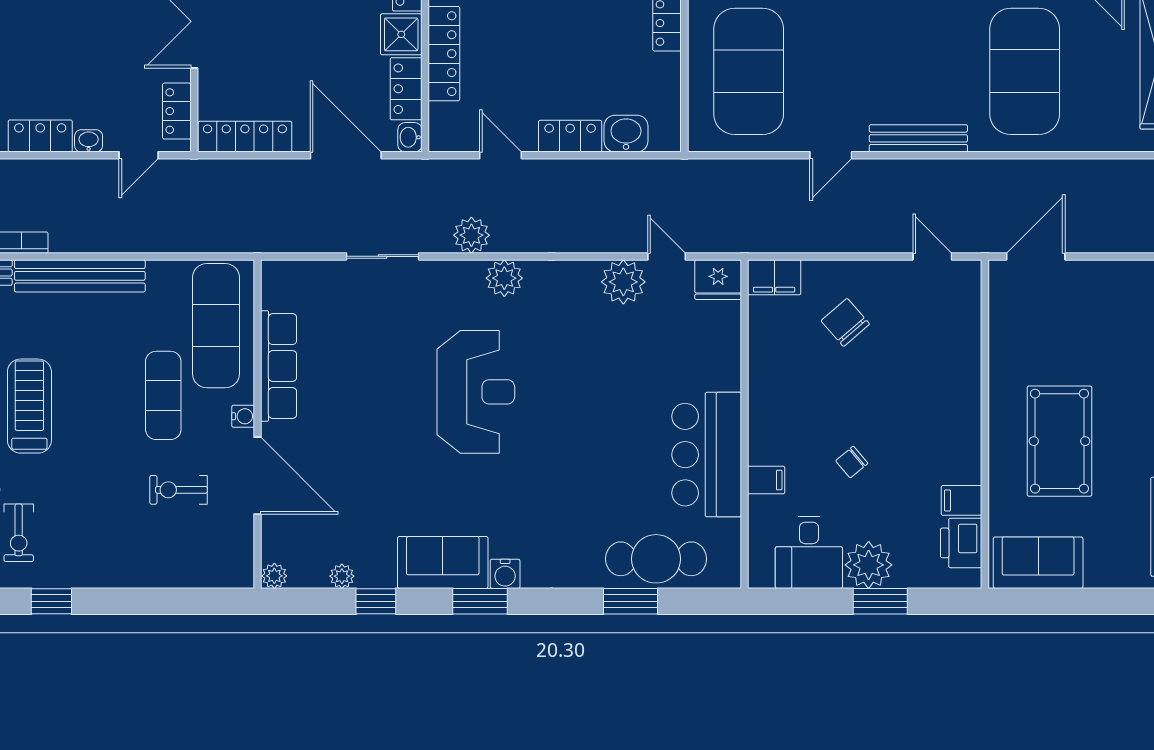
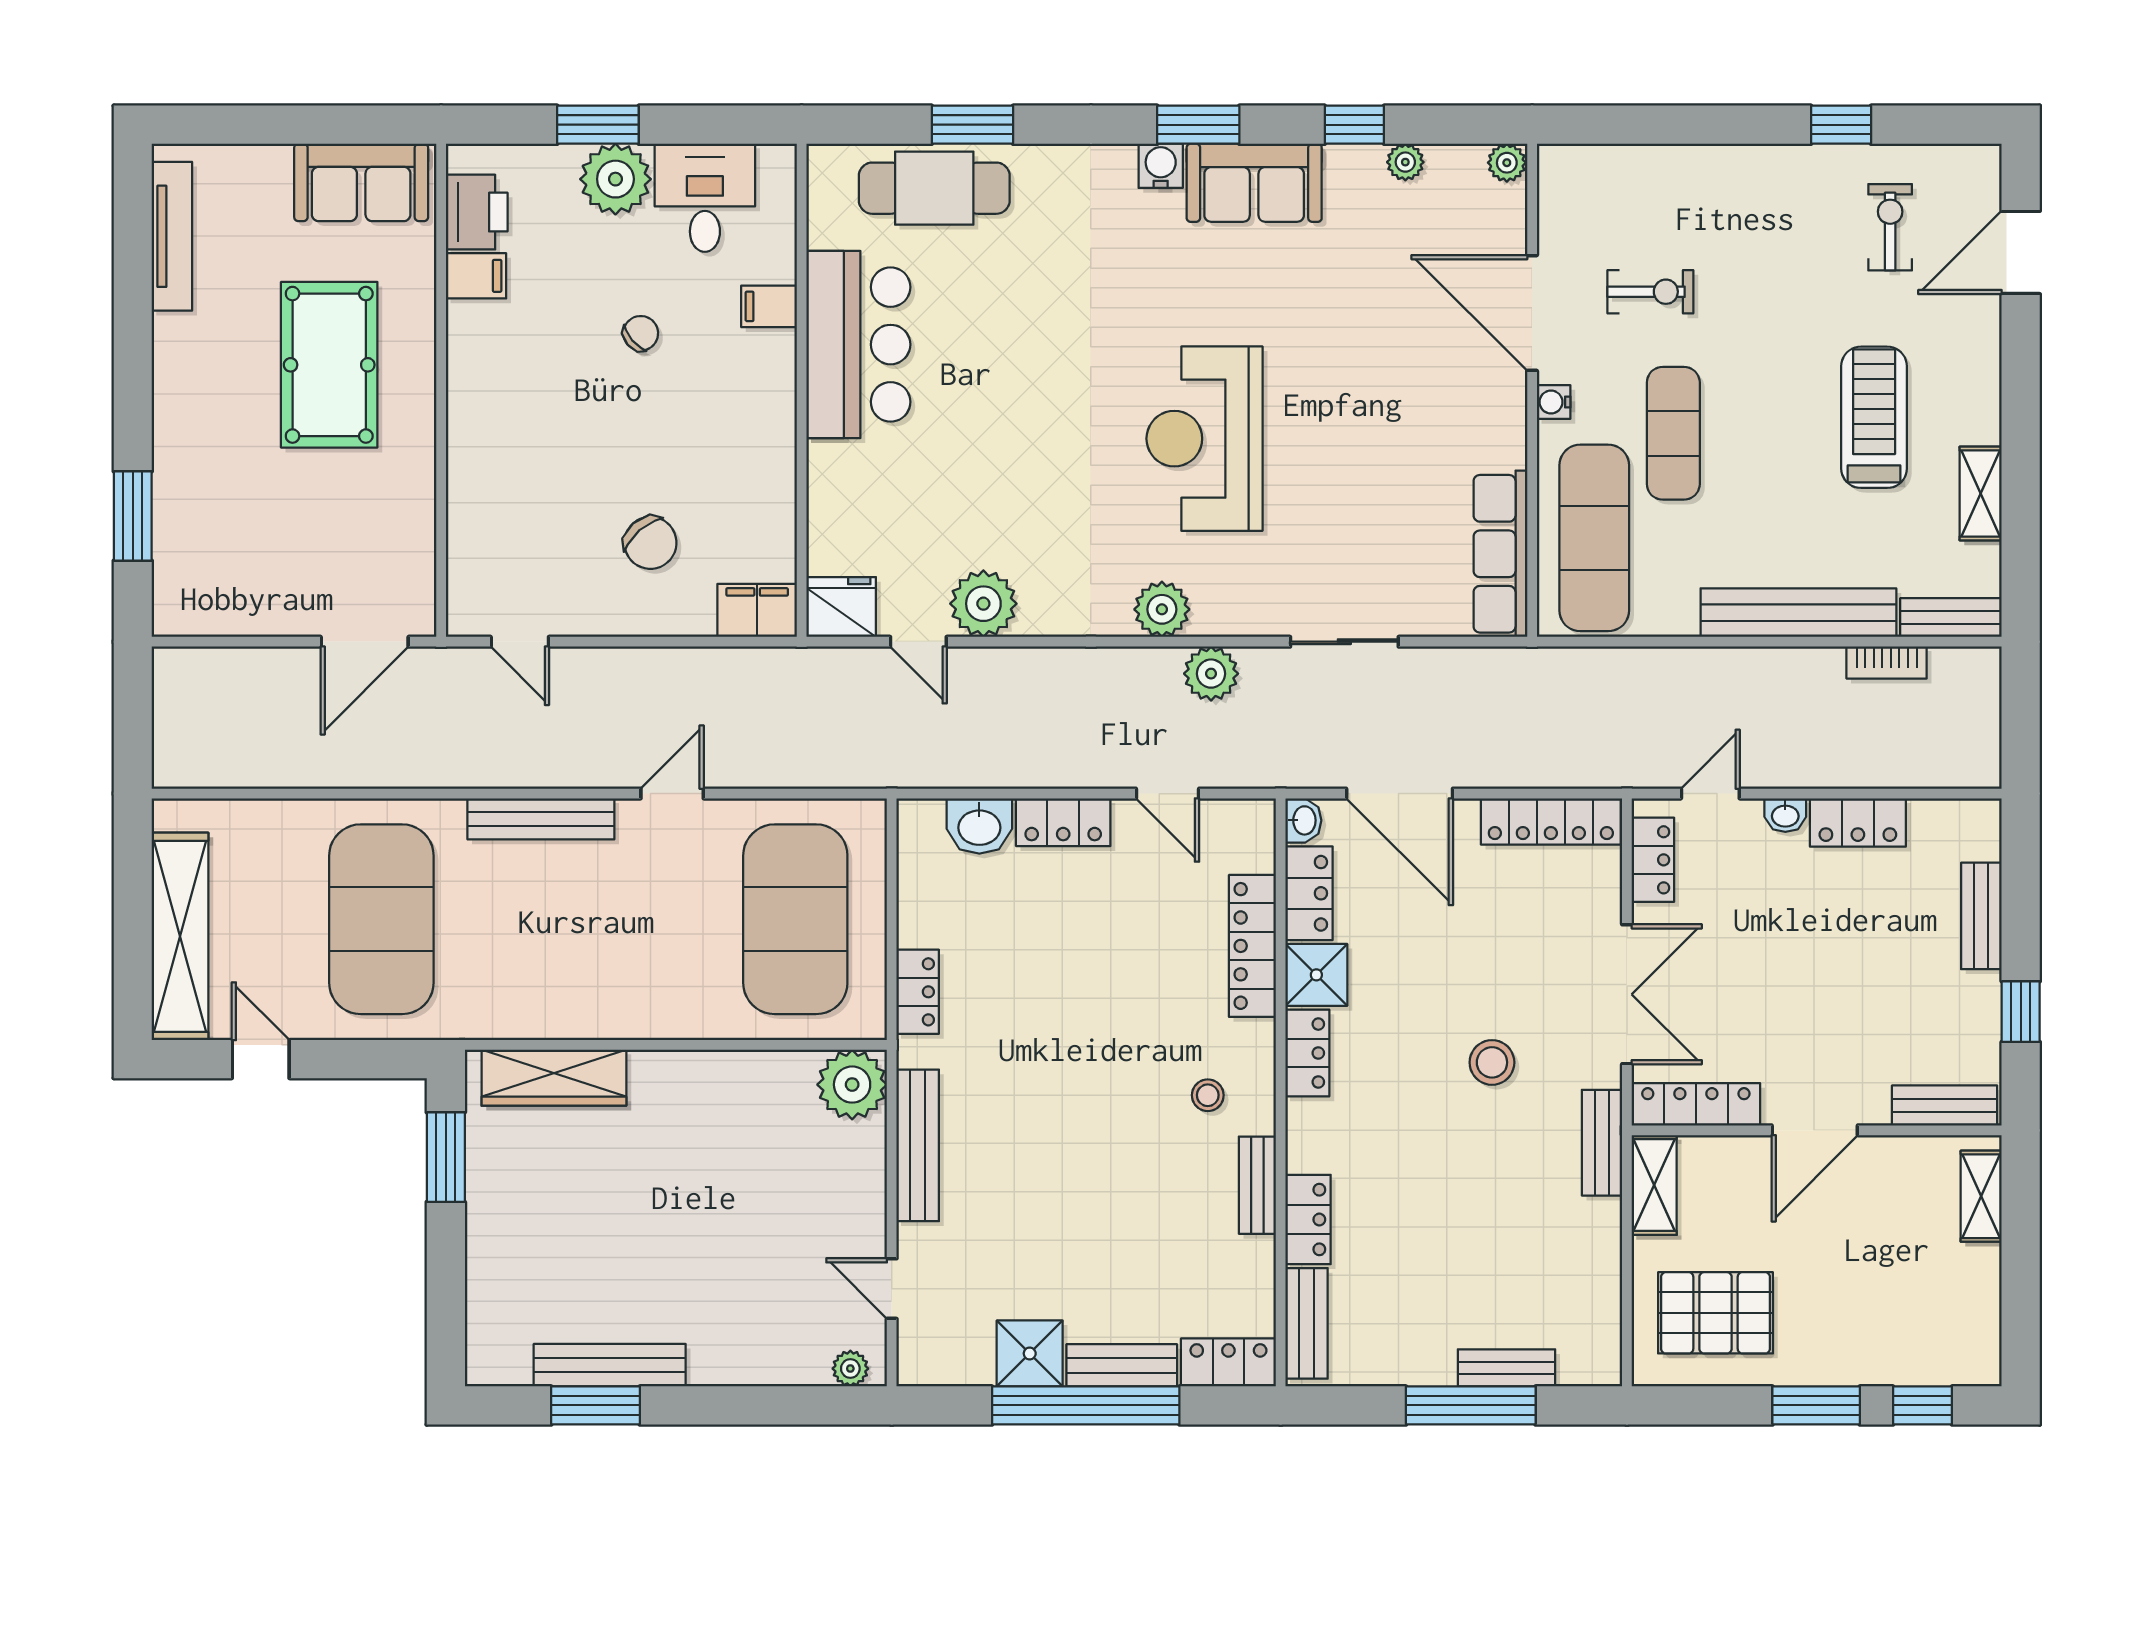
row of seats: (279, 366) -> (1500, 554), moved
treadmill: (29, 406) -> (1874, 417), turned 180

